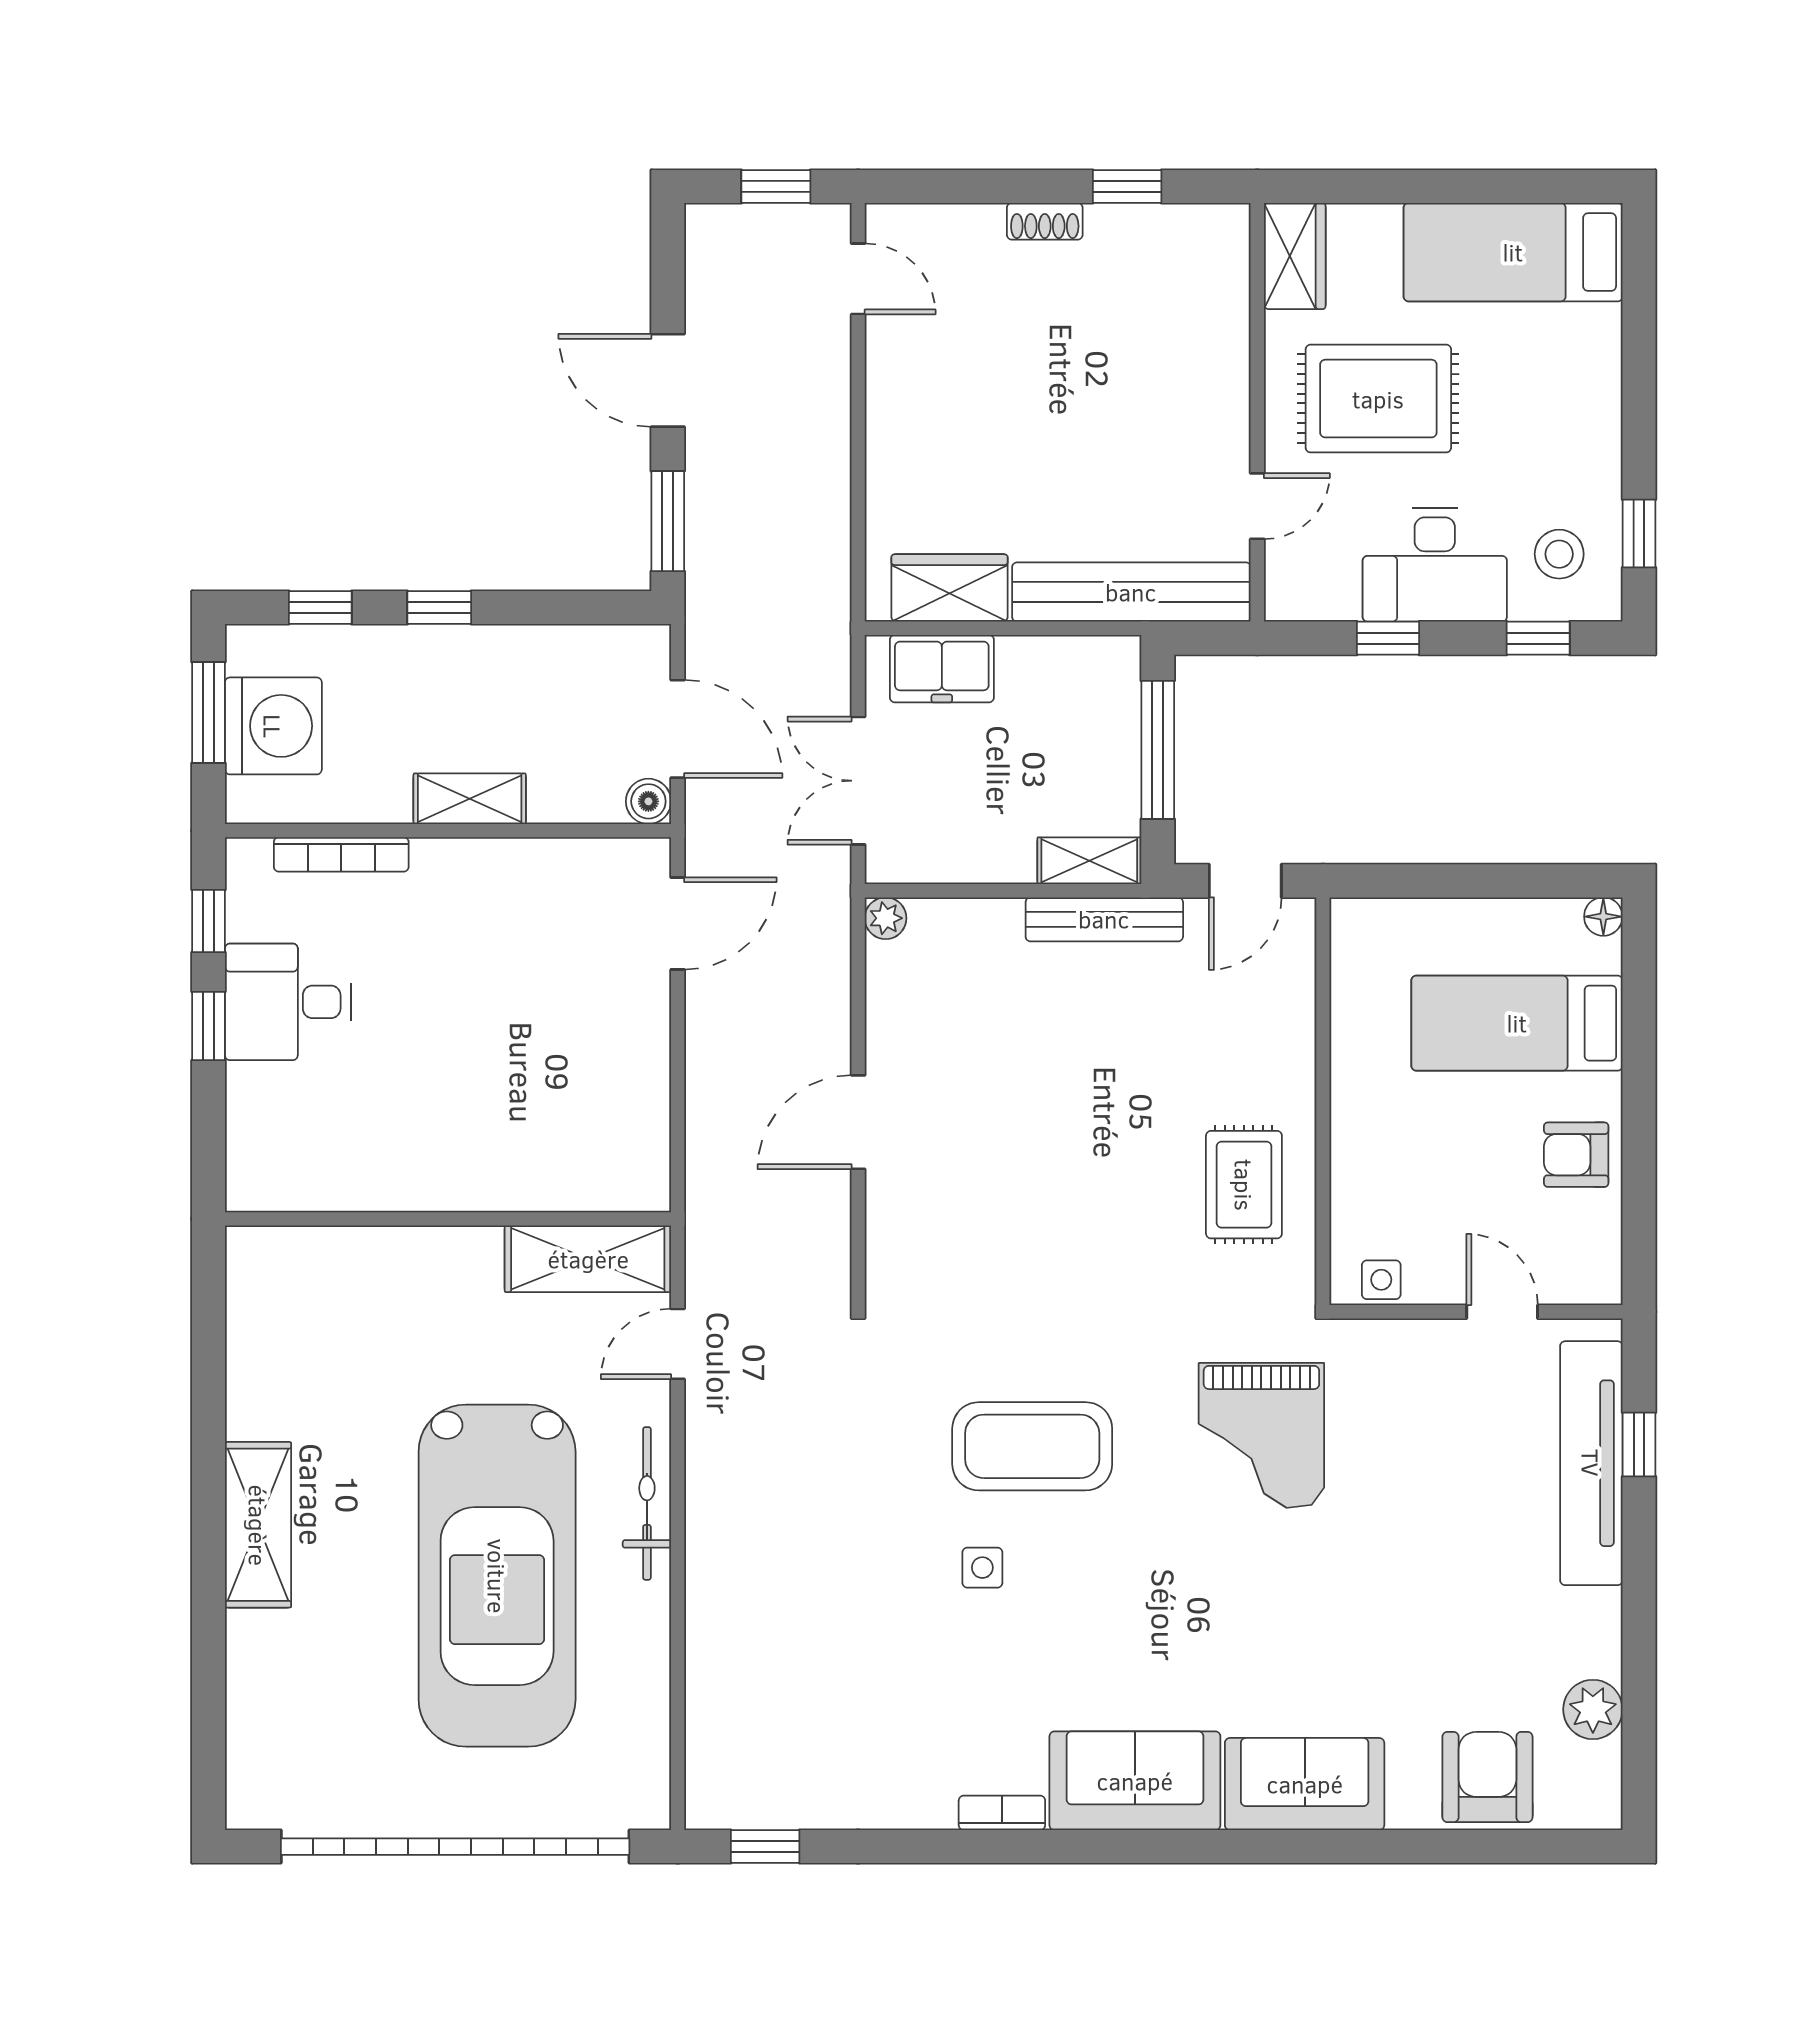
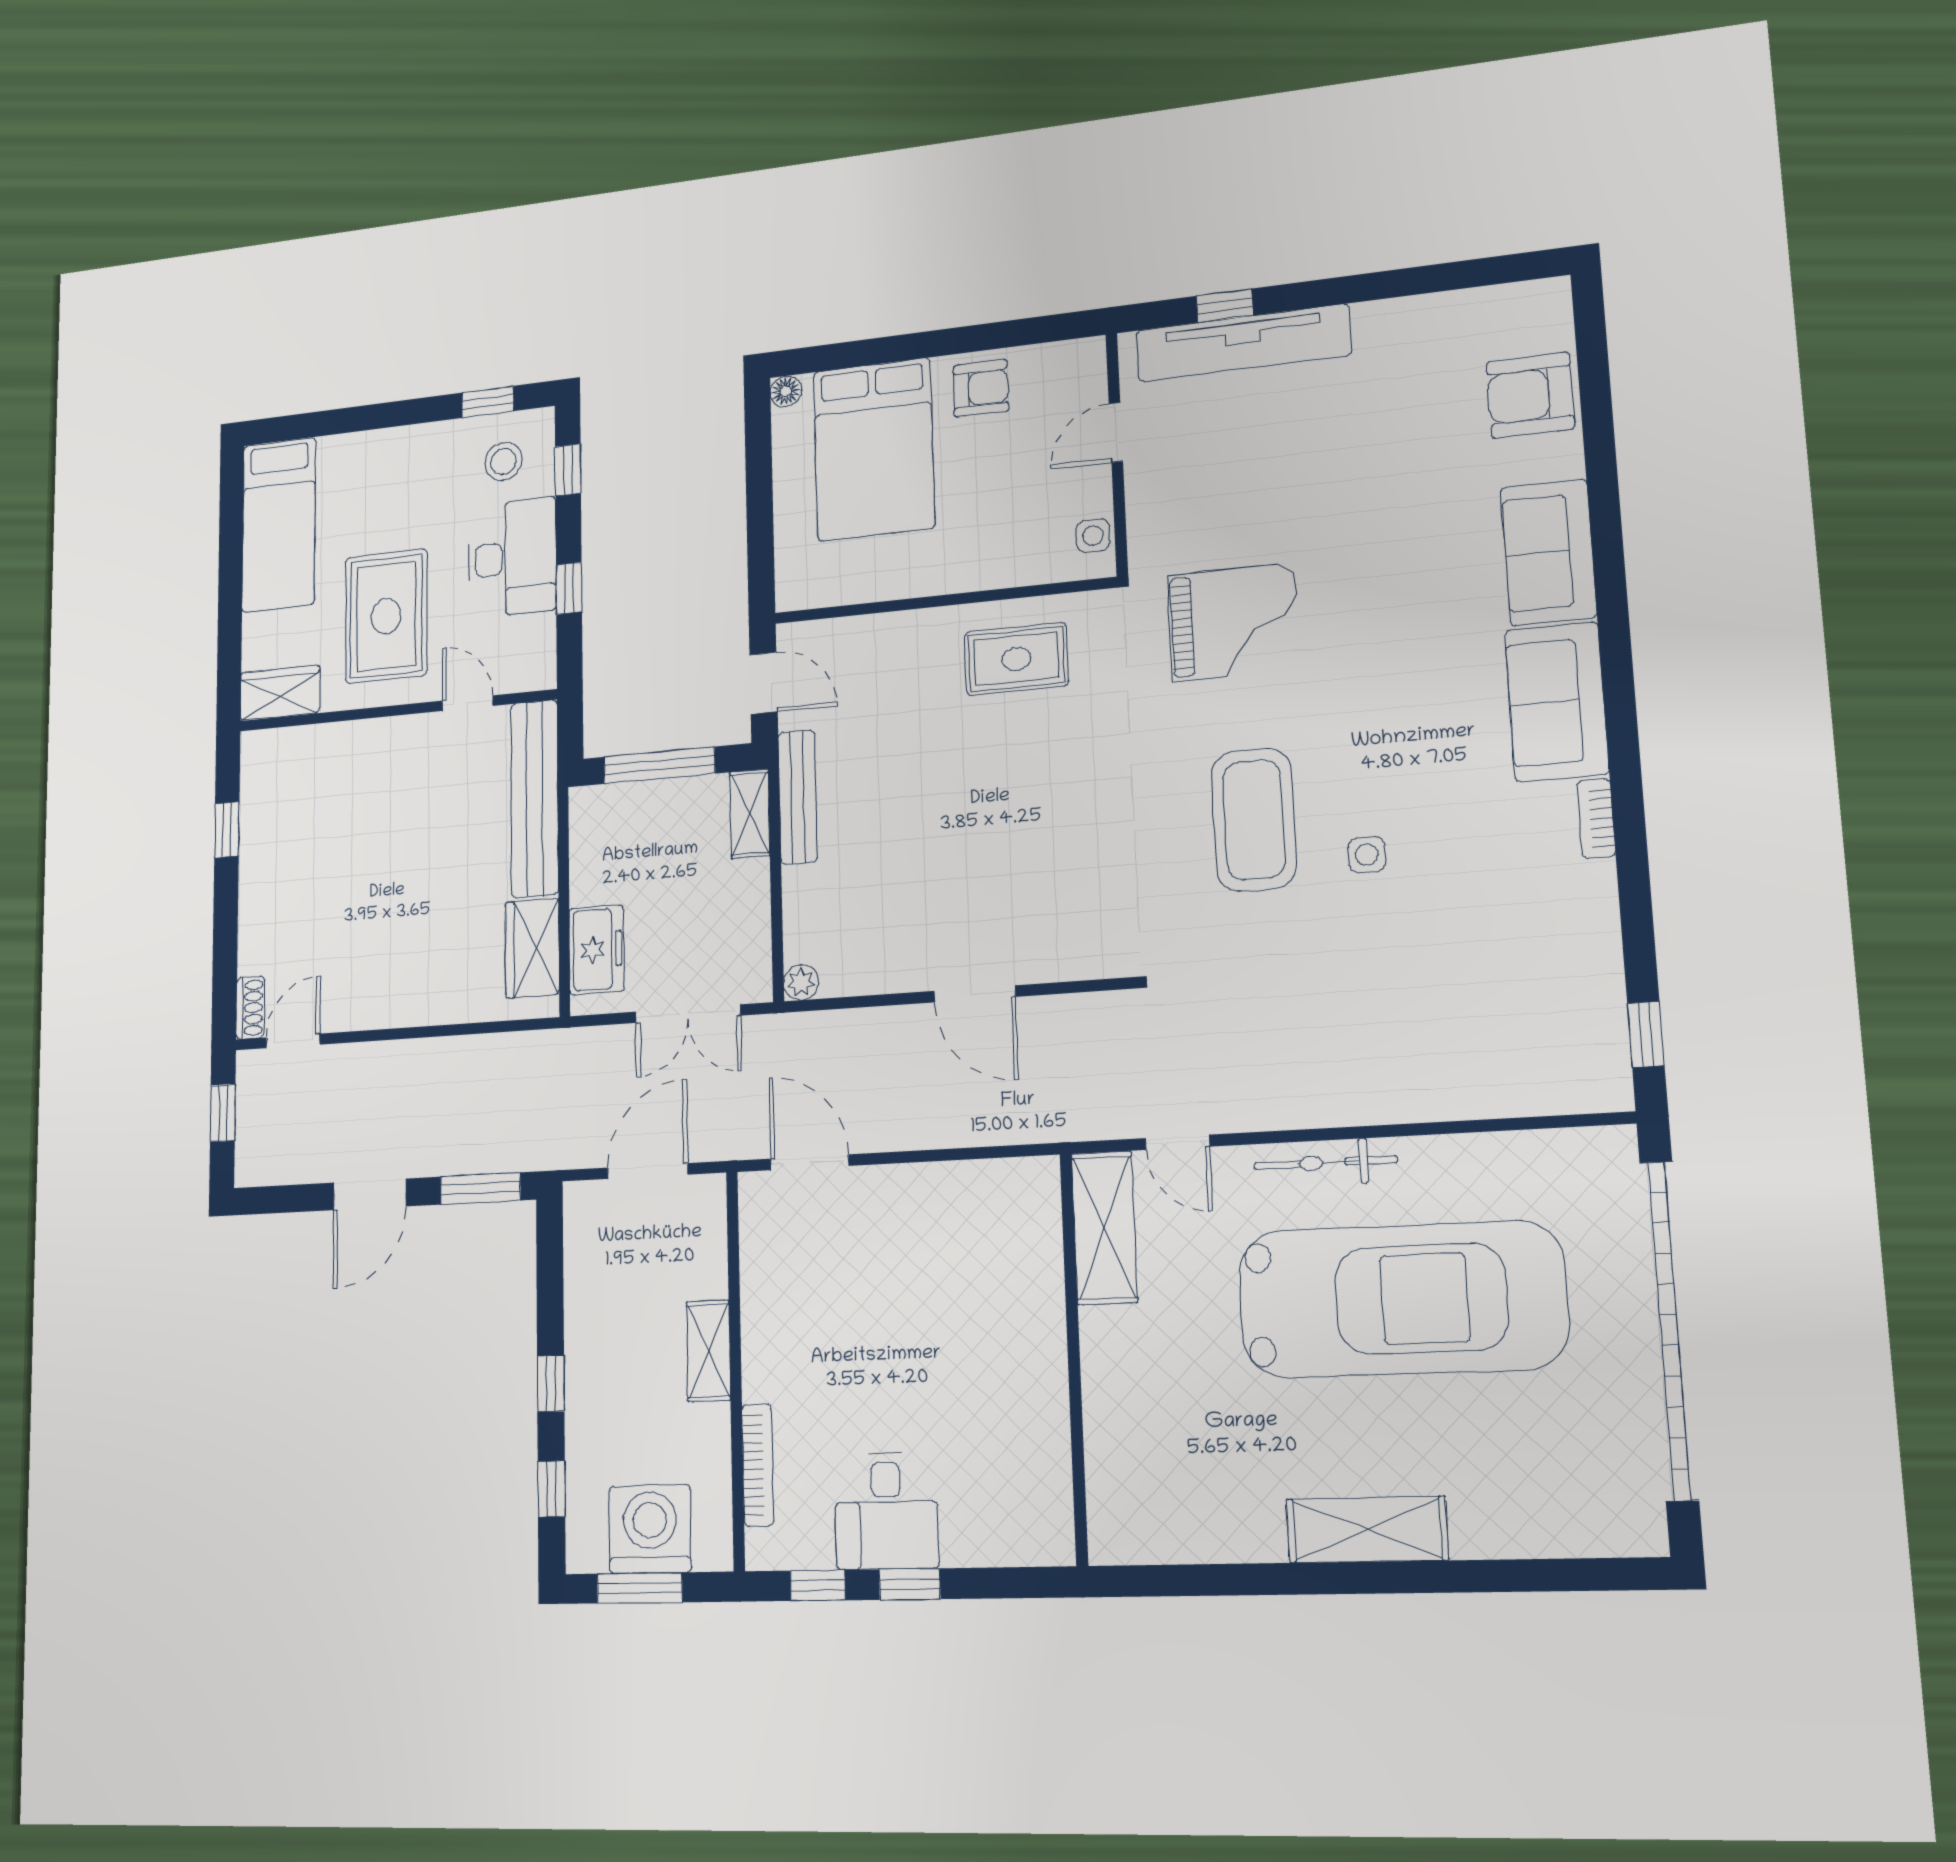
shoe rack: (1045, 221) -> (250, 1008), moved
boiler: (648, 801) -> (708, 1193), removed
bed: (1517, 1023) -> (874, 449), width x1.50
armchair: (1576, 1155) -> (981, 388), turned -90
plant: (1593, 1709) -> (1462, 314), removed

